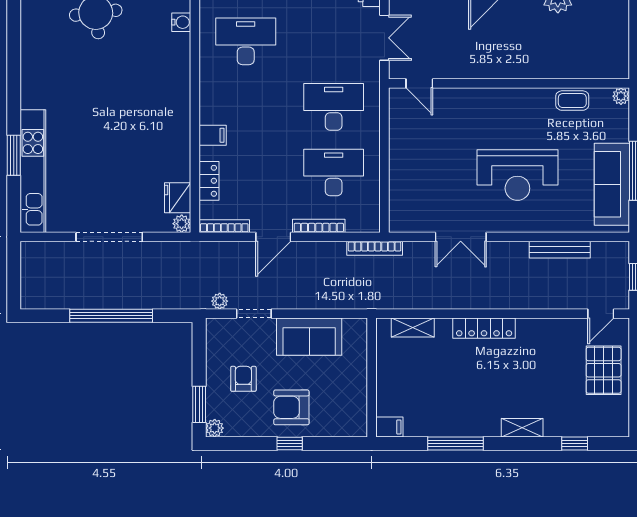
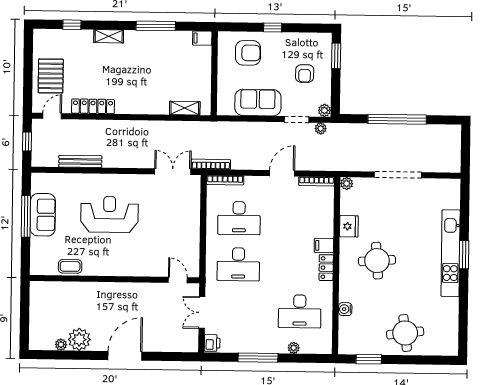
water cooler: (181, 22) -> (345, 309), moved
plant: (621, 96) -> (36, 269), removed
round table: (137, 115) -> (377, 261), added
window: (14, 155) -> (464, 255), moved
kitchen unit: (33, 171) -> (451, 253), moved
locker: (209, 181) -> (326, 268), moved
sofa: (612, 184) -> (43, 215), width x0.73
fridge: (178, 198) -> (349, 226), moved
bookcase: (319, 226) -> (225, 180), moved
double door: (461, 237) -> (173, 172), moved
locker: (484, 328) -> (93, 106), moved
armchair: (291, 407) -> (248, 53), moved
plant: (215, 428) -> (324, 110), moved

